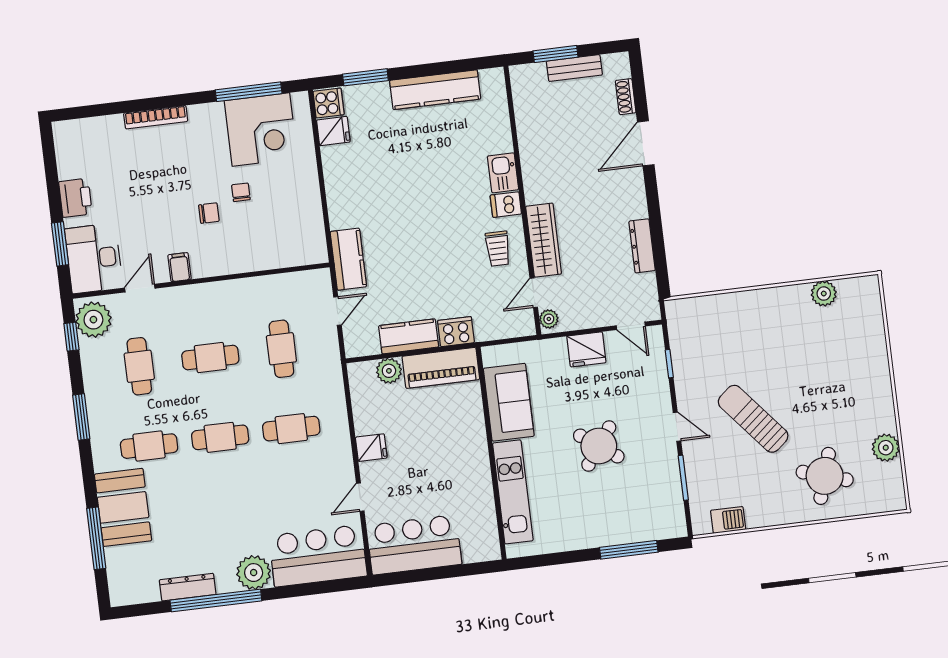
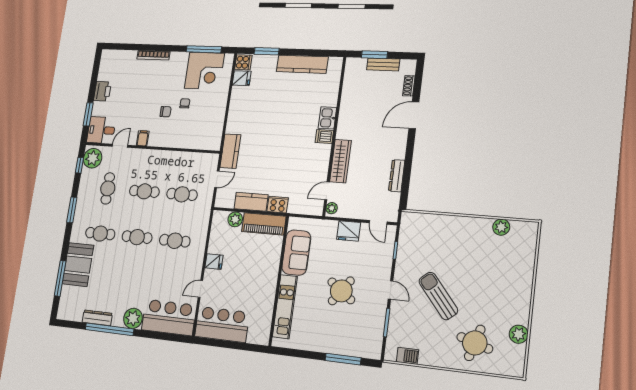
trolley: (498, 249) -> (313, 161), removed
desk: (94, 258) -> (101, 130), width x0.73
cafe table: (281, 349) -> (182, 194), turned 90

